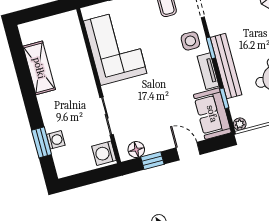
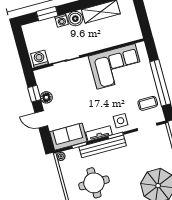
boiler: (49, 103) -> (75, 19), added
washing machine: (56, 140) -> (62, 20), moved
floor lamp: (136, 150) -> (46, 97), moved
door: (188, 151) -> (41, 119), swing flipped

